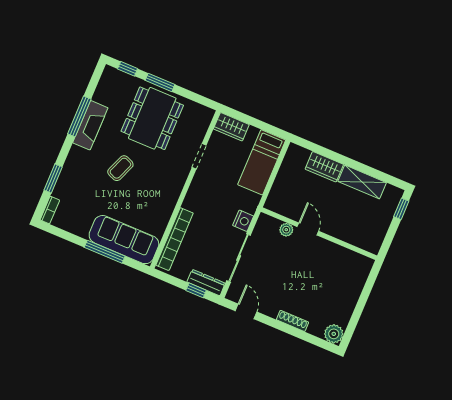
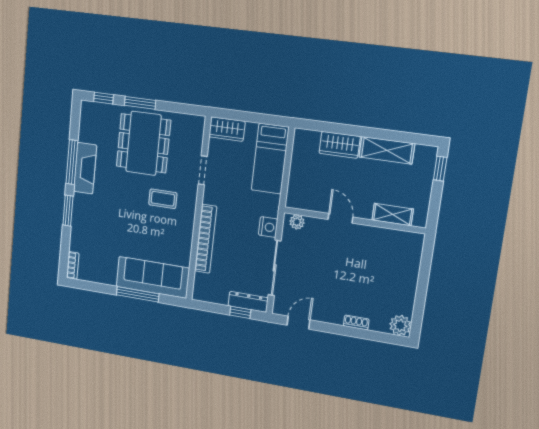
coffee table: (120, 168) -> (163, 199), moved, turned 68
window: (53, 179) -> (68, 211), moved
plant: (286, 230) -> (297, 222), moved
shelving: (353, 237) -> (393, 215), added
bookcase: (175, 239) -> (206, 239), moved
door: (246, 311) -> (298, 323), hinge flipped
shoe rack: (292, 321) -> (356, 322), width x0.70

